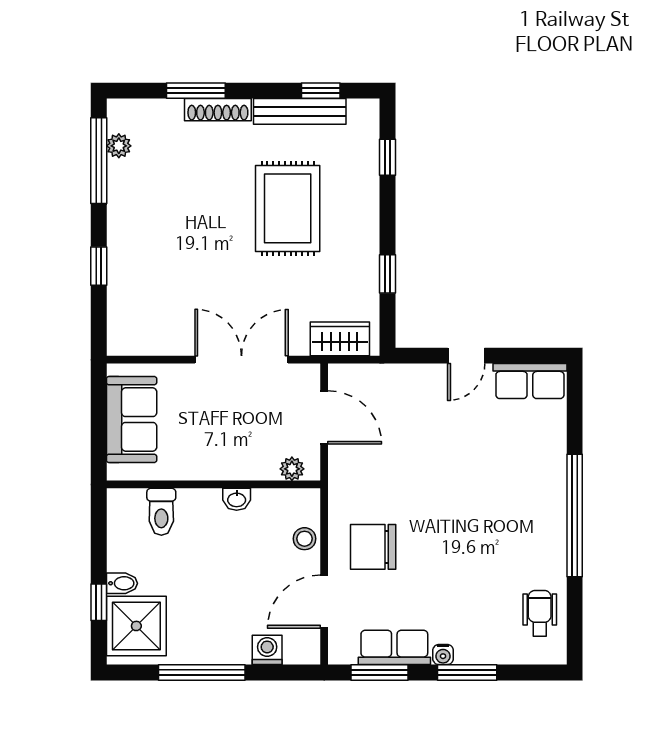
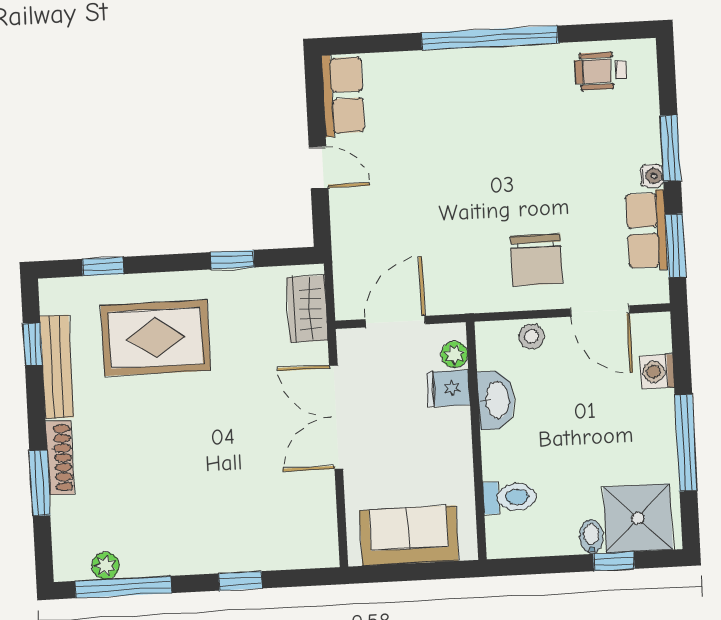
rug: (288, 208) -> (156, 338), moved
fridge: (262, 462) -> (448, 388), added
washbasin: (237, 499) -> (496, 400), width x1.91, depth x1.45

